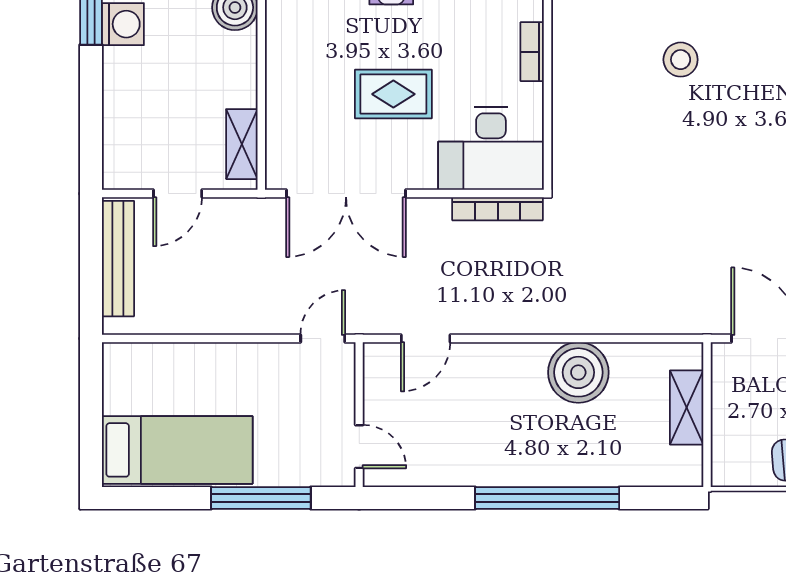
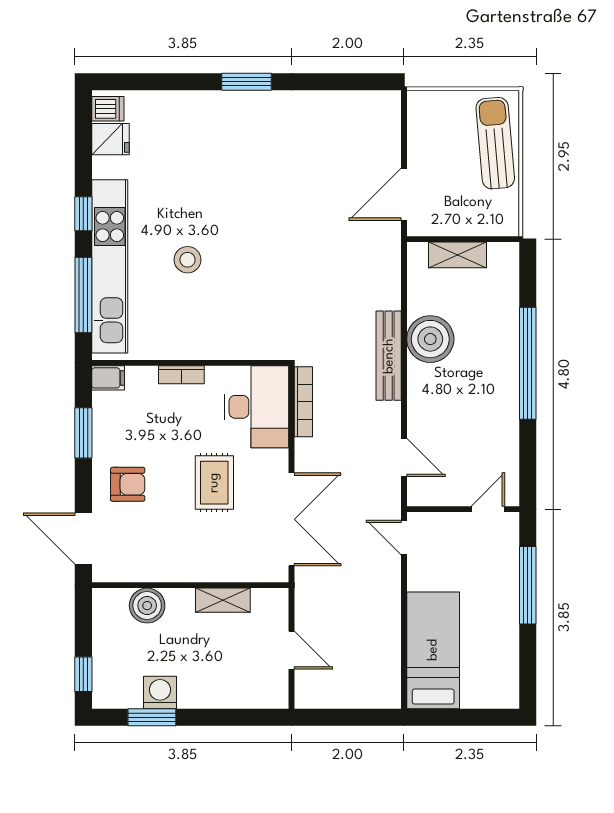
shelving: (242, 144) -> (223, 600), moved
bench: (118, 259) -> (389, 356), moved, turned 90
bed: (177, 450) -> (433, 650), moved

